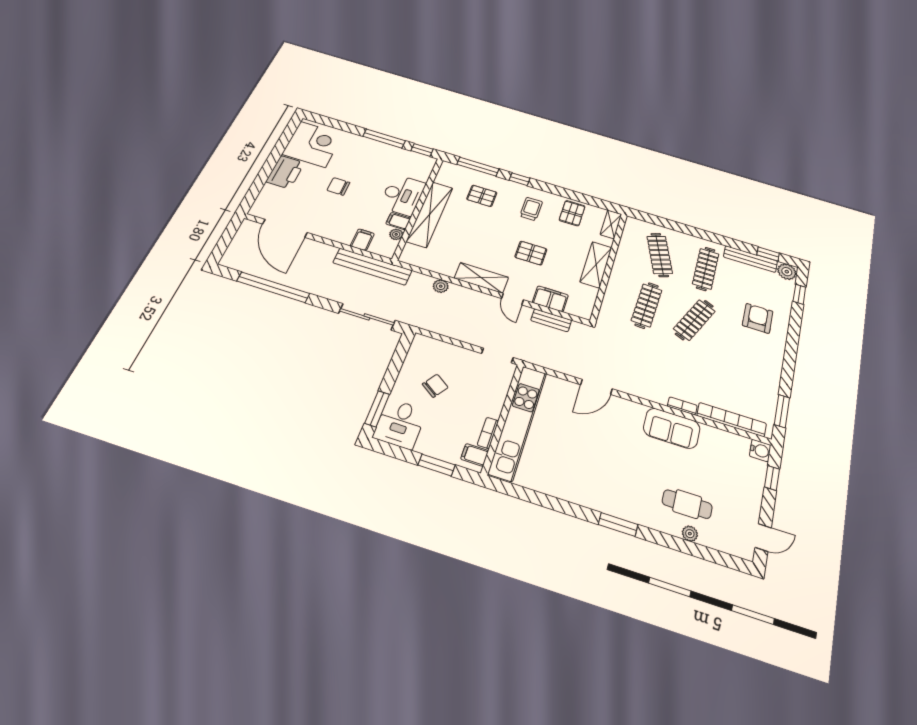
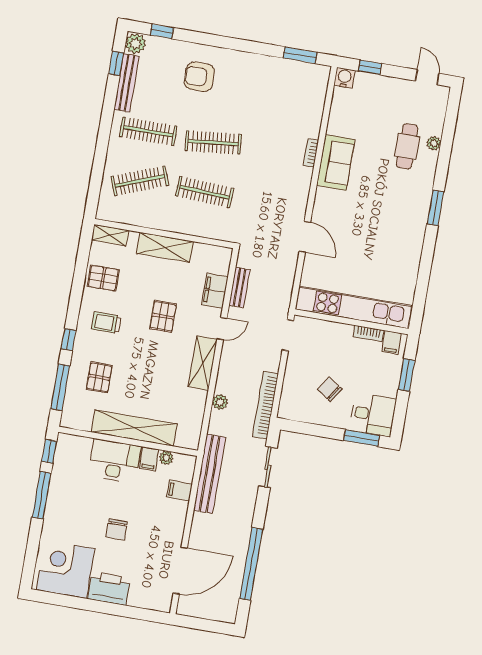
sliding door: (367, 317) -> (268, 467), width x0.73
clothes rail: (694, 320) -> (213, 143), turned -30
bookcase: (732, 420) -> (265, 405), moved

